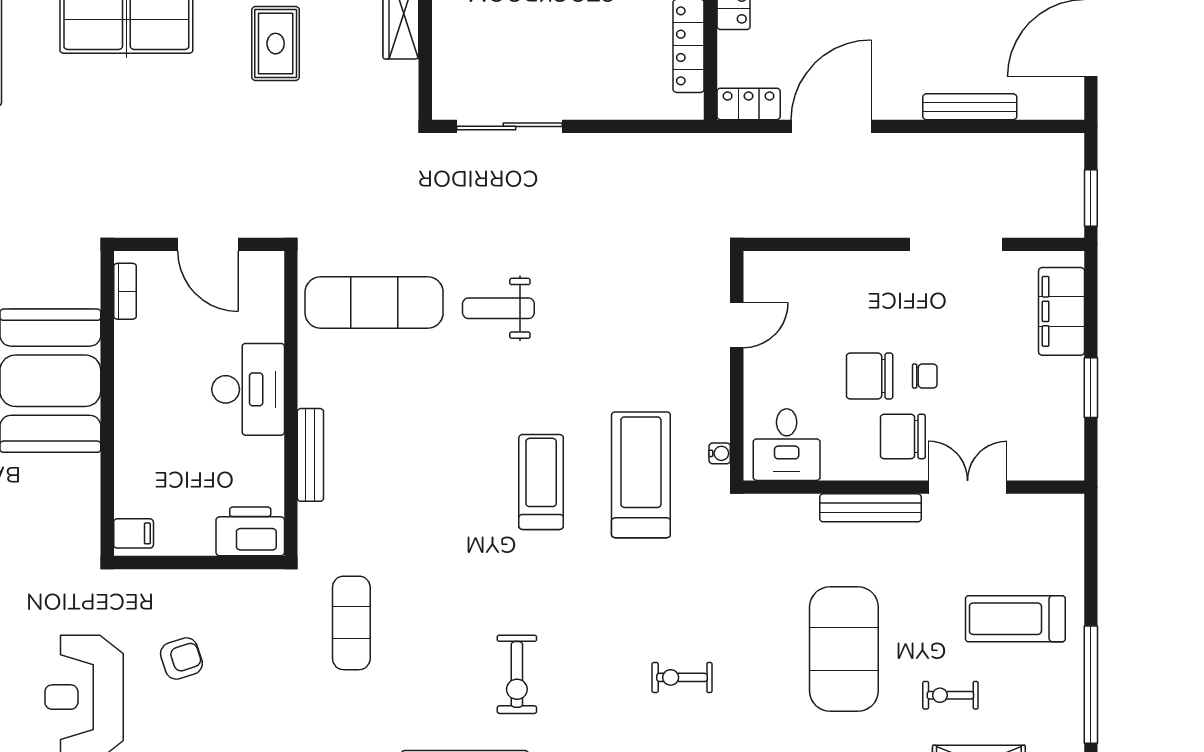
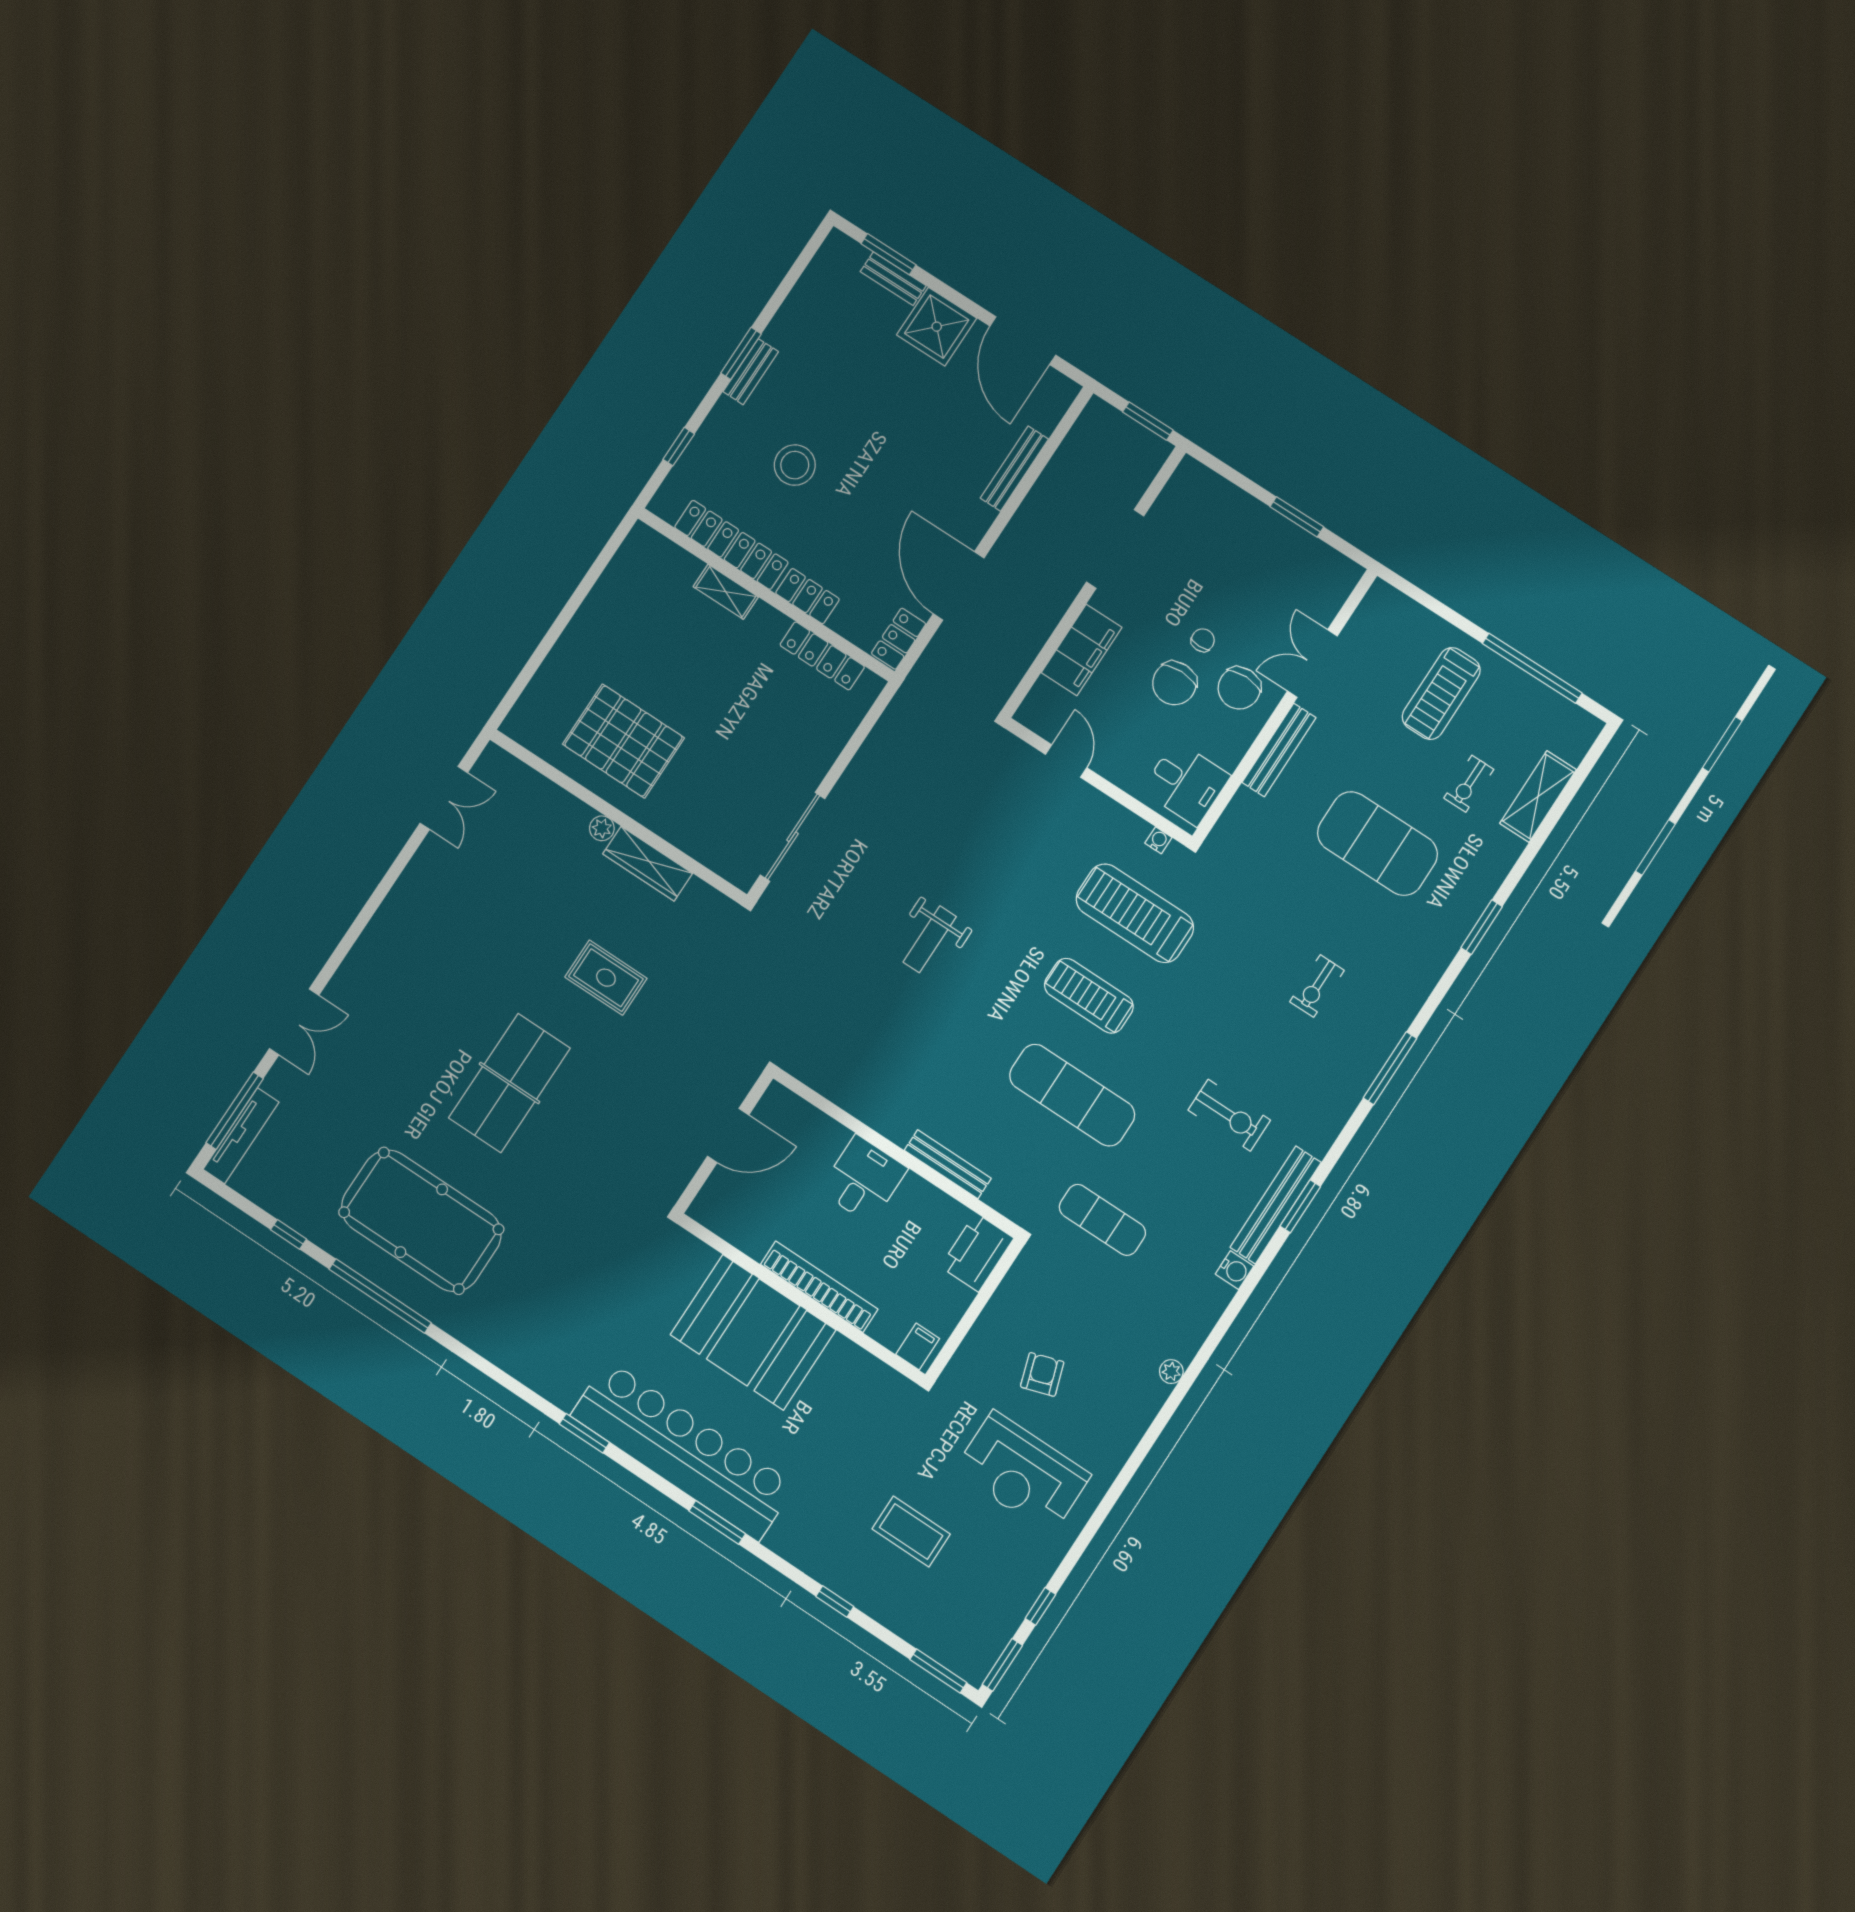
bookcase: (125, 291) -> (819, 1287), moved, width x2.31, depth x1.31
exercise mat: (374, 303) -> (1072, 1095), moved, turned 90
filing cabinet: (1062, 311) -> (1082, 650), moved, turned -90
desk: (248, 389) -> (863, 1179), width x0.73

